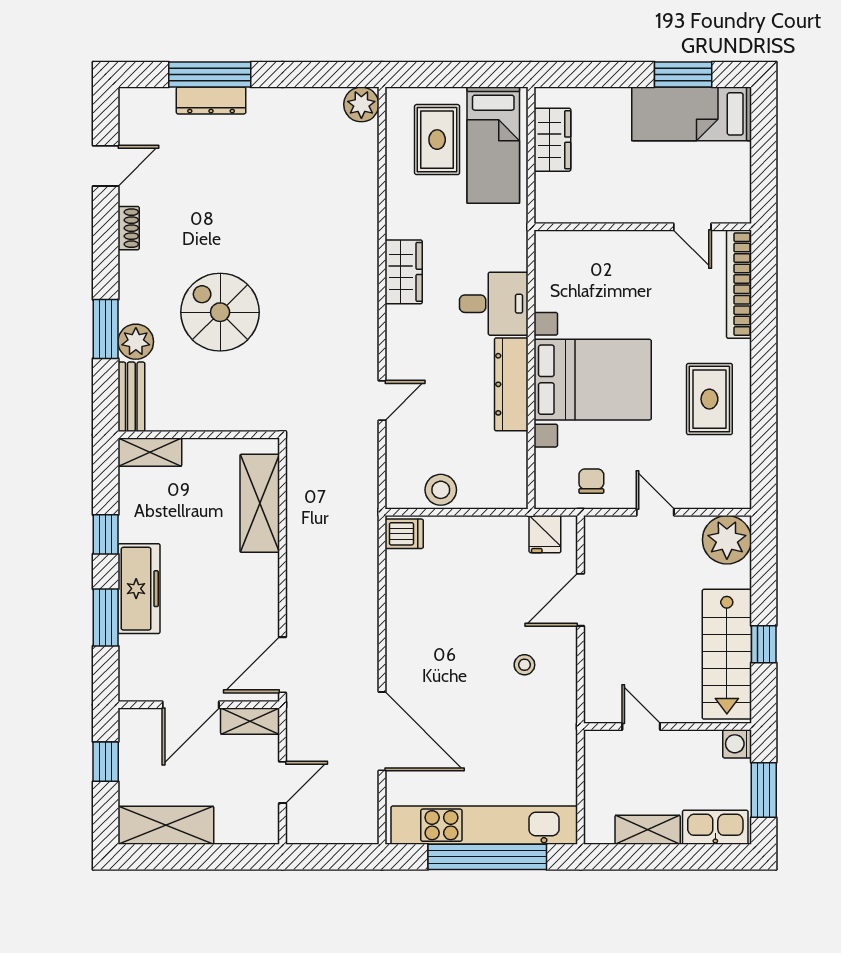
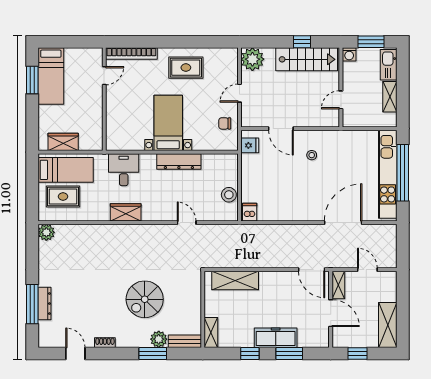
desk: (494, 304) -> (124, 170), moved
bed with nightstands: (593, 380) -> (168, 123), width x0.73

